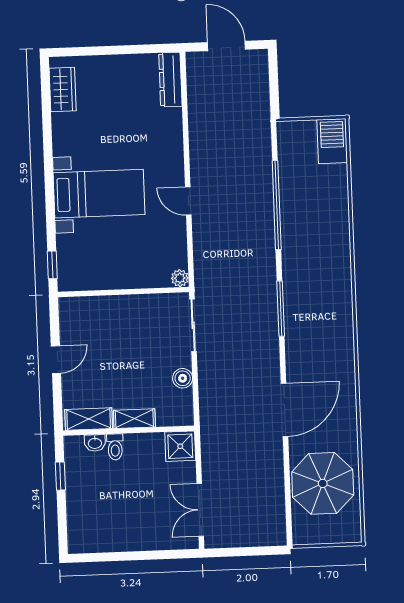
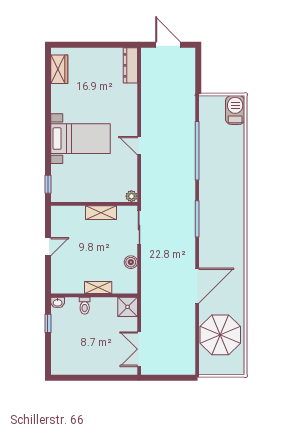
shelving: (89, 419) -> (101, 213), moved
washbasin: (95, 443) -> (58, 303), moved

